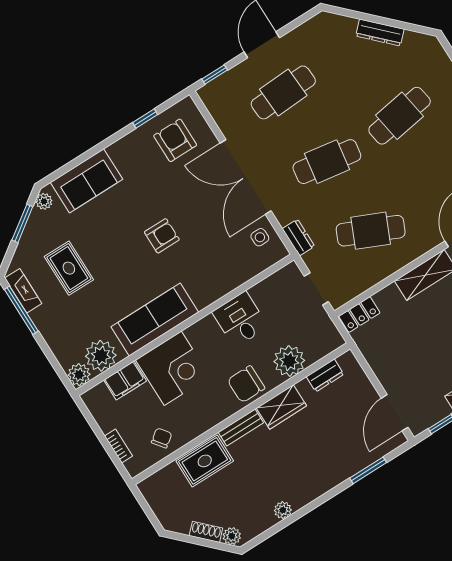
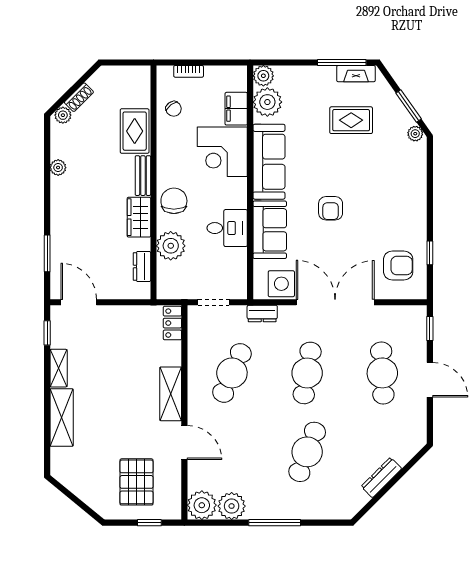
cafe table: (400, 116) -> (307, 452), turned 30
sofa: (86, 181) -> (270, 230), moved, turned 180
side table: (260, 237) -> (281, 284), width x1.87, depth x1.87

